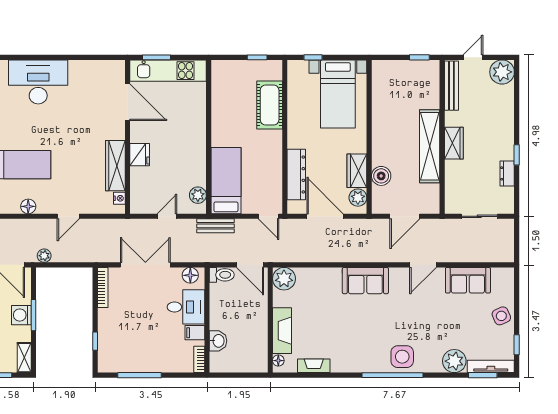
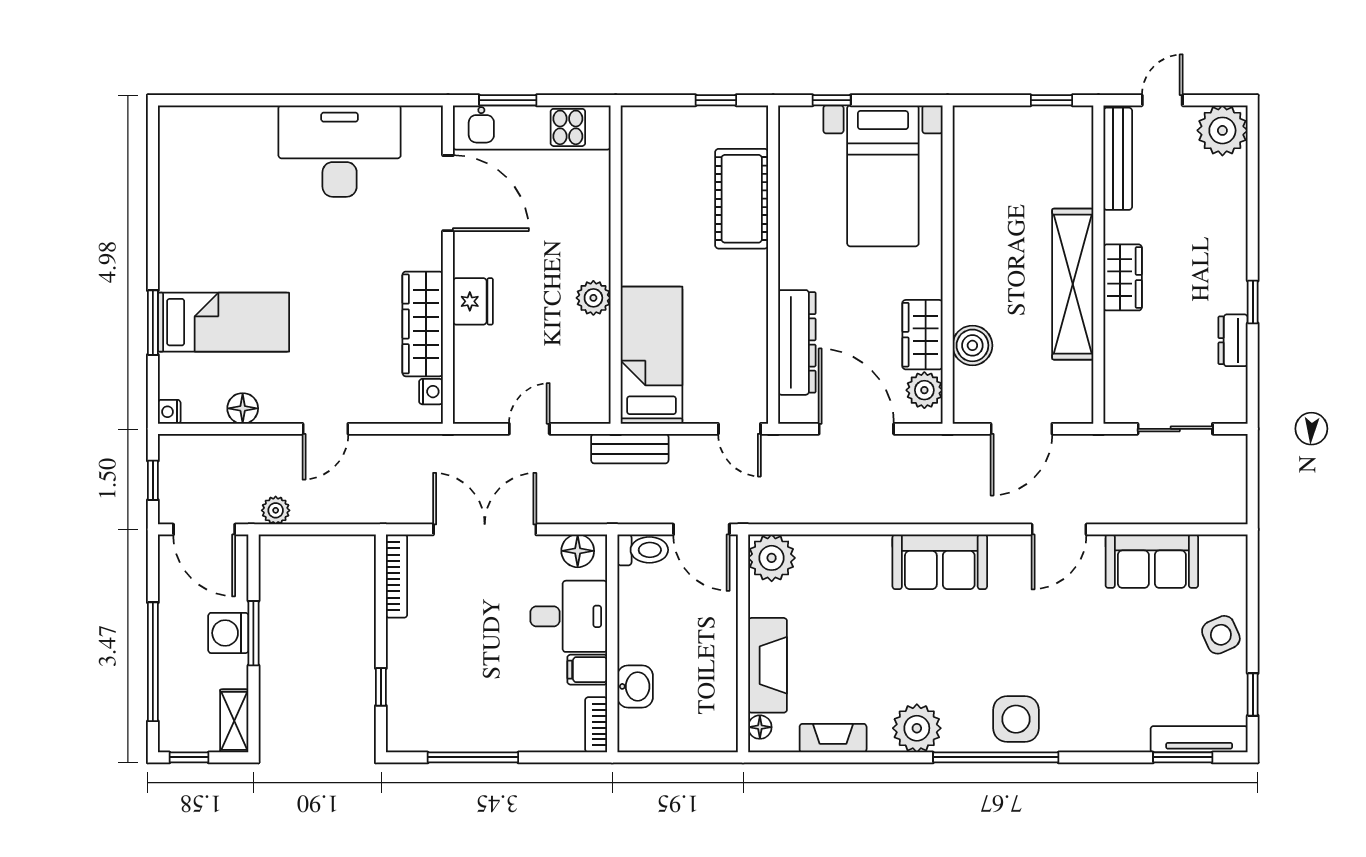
desk: (38, 82) -> (340, 151), moved
plant: (198, 195) -> (593, 298), moved
plant: (454, 361) -> (917, 728), moved

